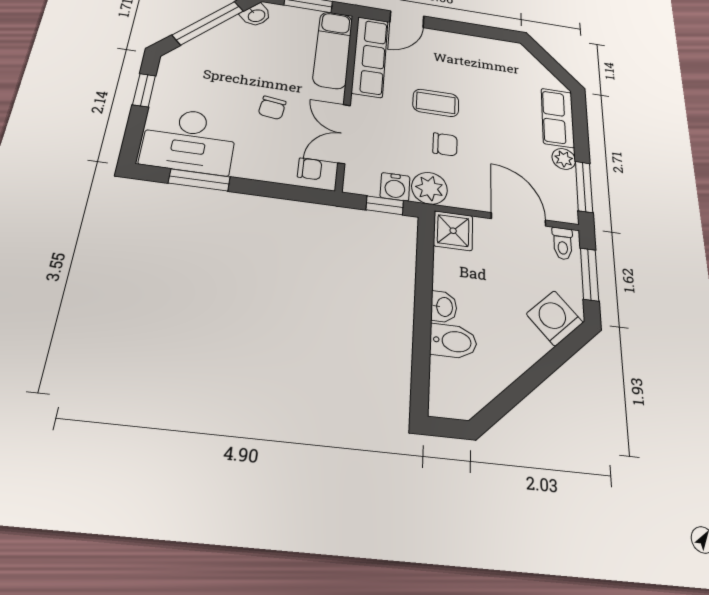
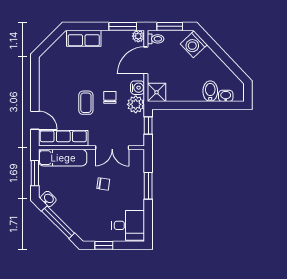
desk: (189, 141) -> (128, 225), width x0.73
plant: (564, 159) -> (138, 36), moved
chair: (310, 169) -> (134, 162), removed
window: (199, 180) -> (148, 186), moved
water cooler: (395, 187) -> (137, 88), moved
washbasin: (444, 307) -> (226, 96), moved

